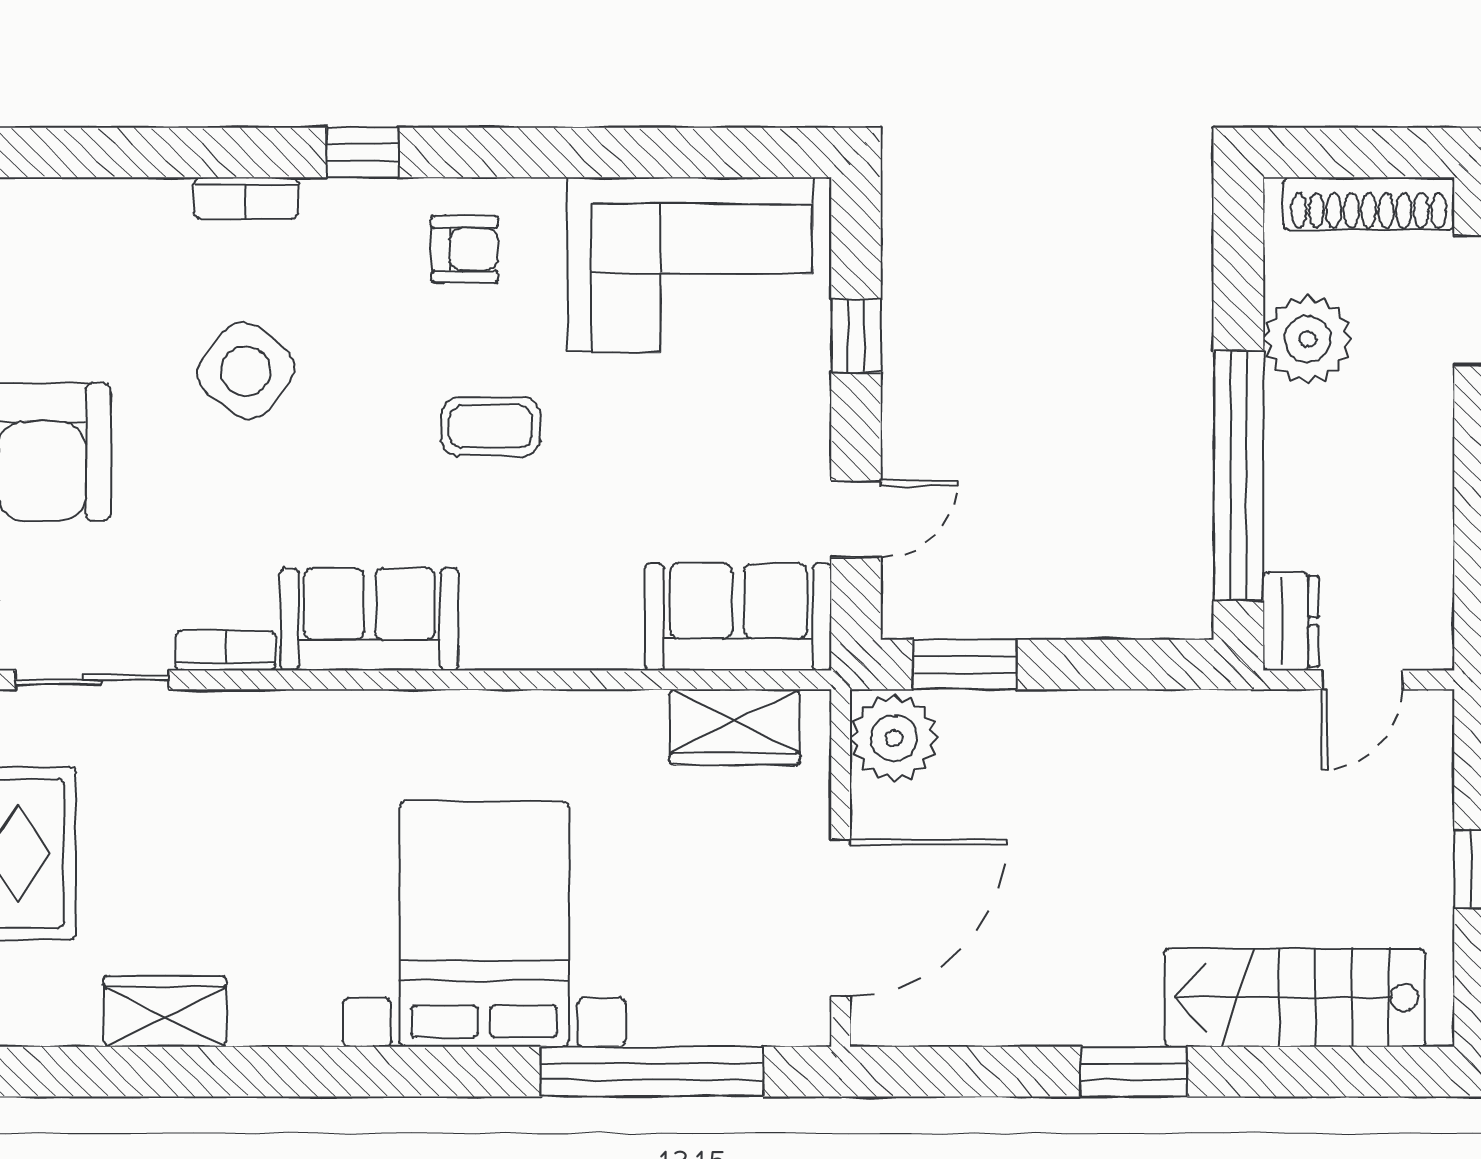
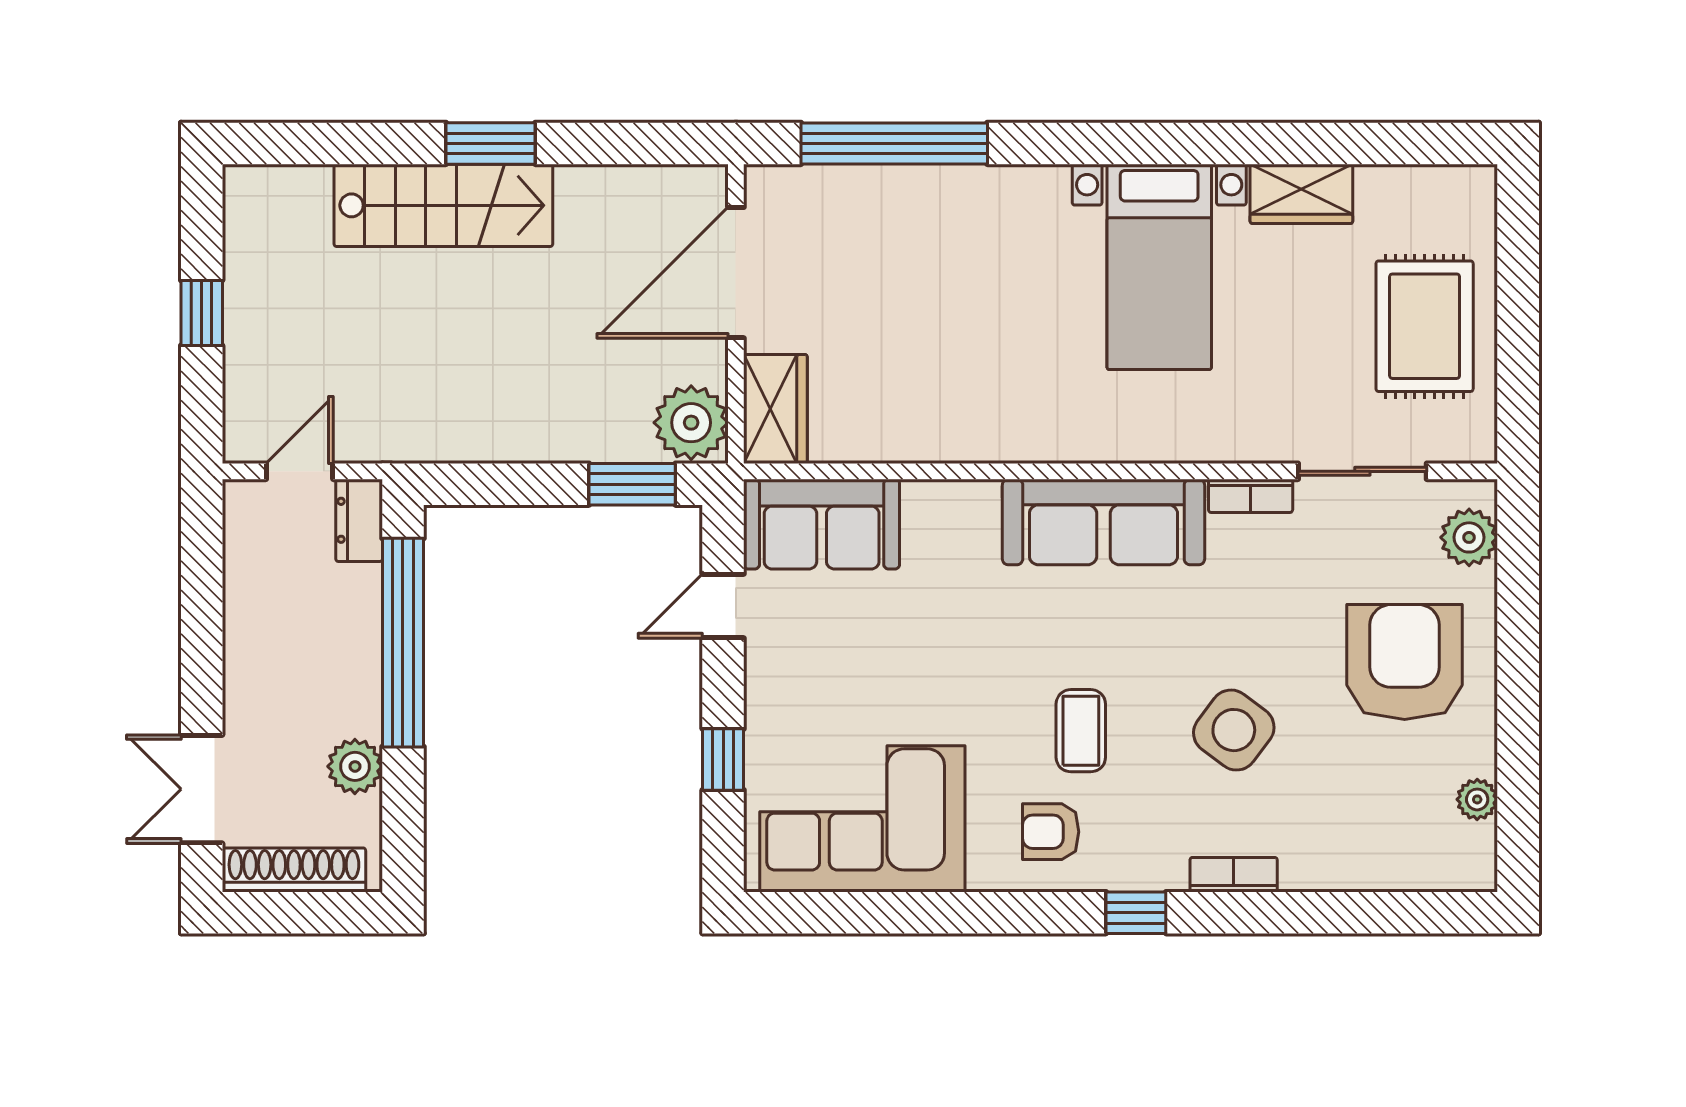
plant: (1308, 339) -> (355, 766), width x0.73, depth x0.73
coffee table: (491, 427) -> (1081, 731), moved, turned 90
sofa: (369, 619) -> (1103, 522), width x1.36
wardrobe: (735, 727) -> (775, 409), moved, turned 90
bed with nightstands: (484, 924) -> (1159, 267), moved, width x0.73
stairs: (1295, 998) -> (443, 205), moved

